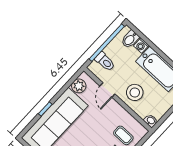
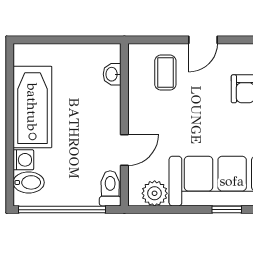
toilet: (105, 62) -> (110, 188), moved
stool: (135, 92) -> (94, 110), removed
washbasin: (151, 121) -> (112, 74), moved

